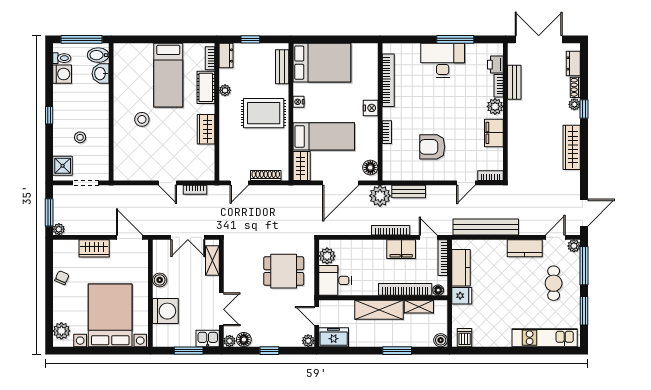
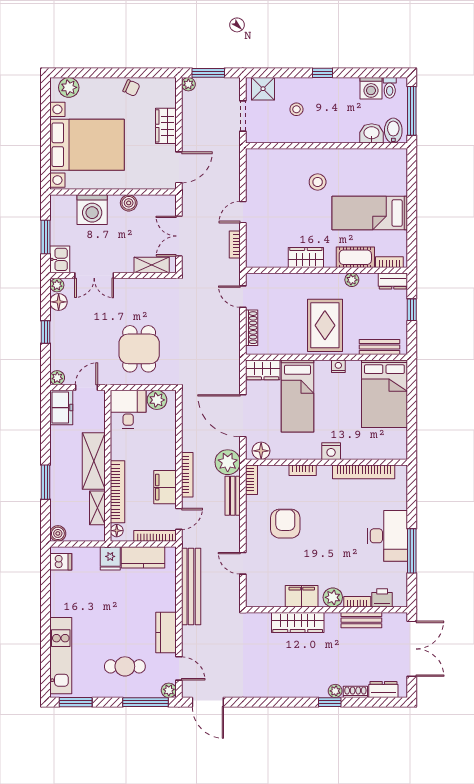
wardrobe: (572, 147) -> (298, 623), moved, turned 180
bookcase: (491, 176) -> (251, 480), moved
window: (584, 311) -> (76, 702), moved

